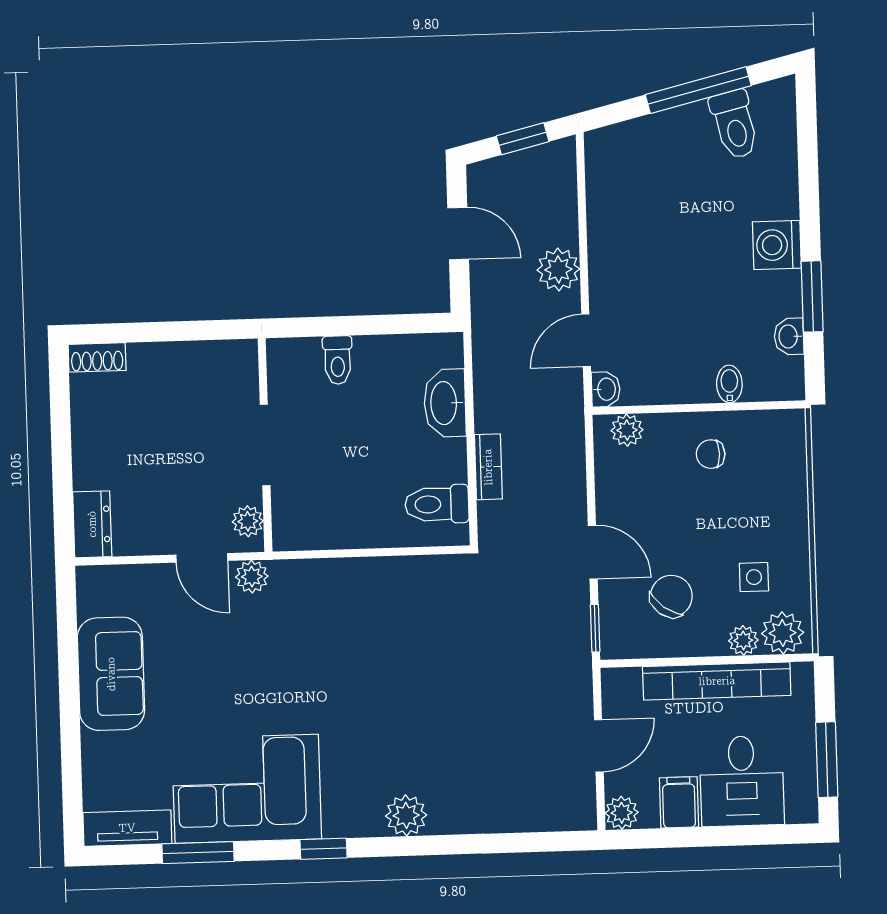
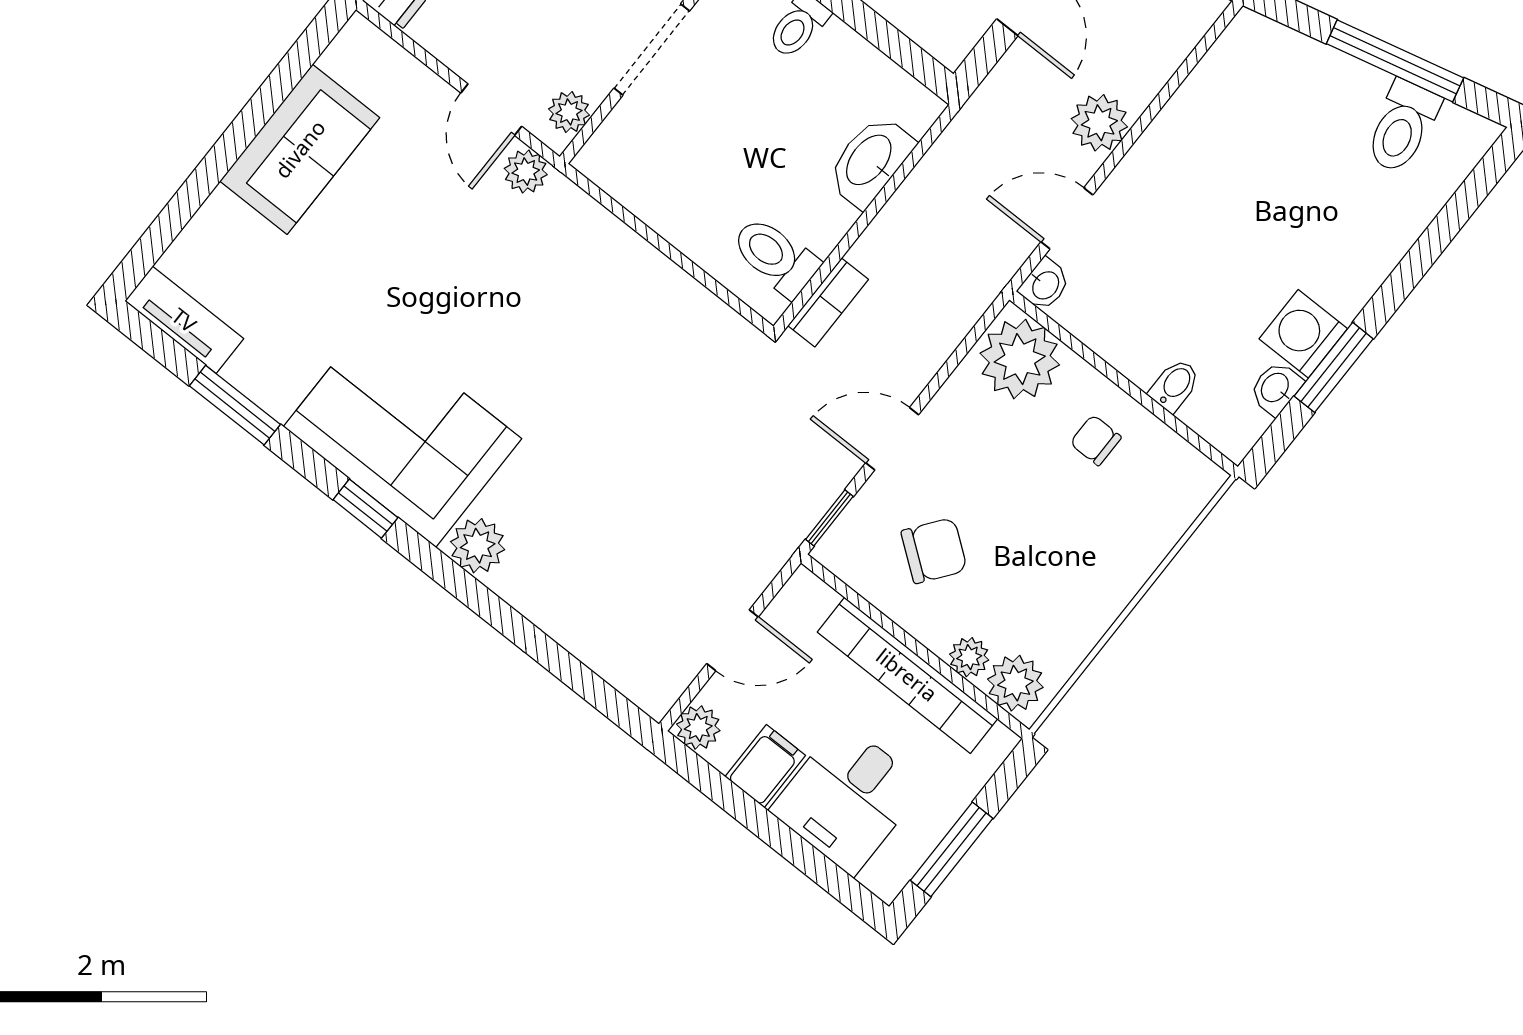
washing machine: (777, 245) -> (1303, 334), moved
plant: (627, 430) -> (1020, 359), width x1.87, depth x1.87
bookcase: (488, 467) -> (828, 302), moved
door: (593, 552) -> (892, 439), swing flipped
side table: (754, 577) -> (1034, 602), removed
corner sofa: (247, 789) -> (402, 433), moved

